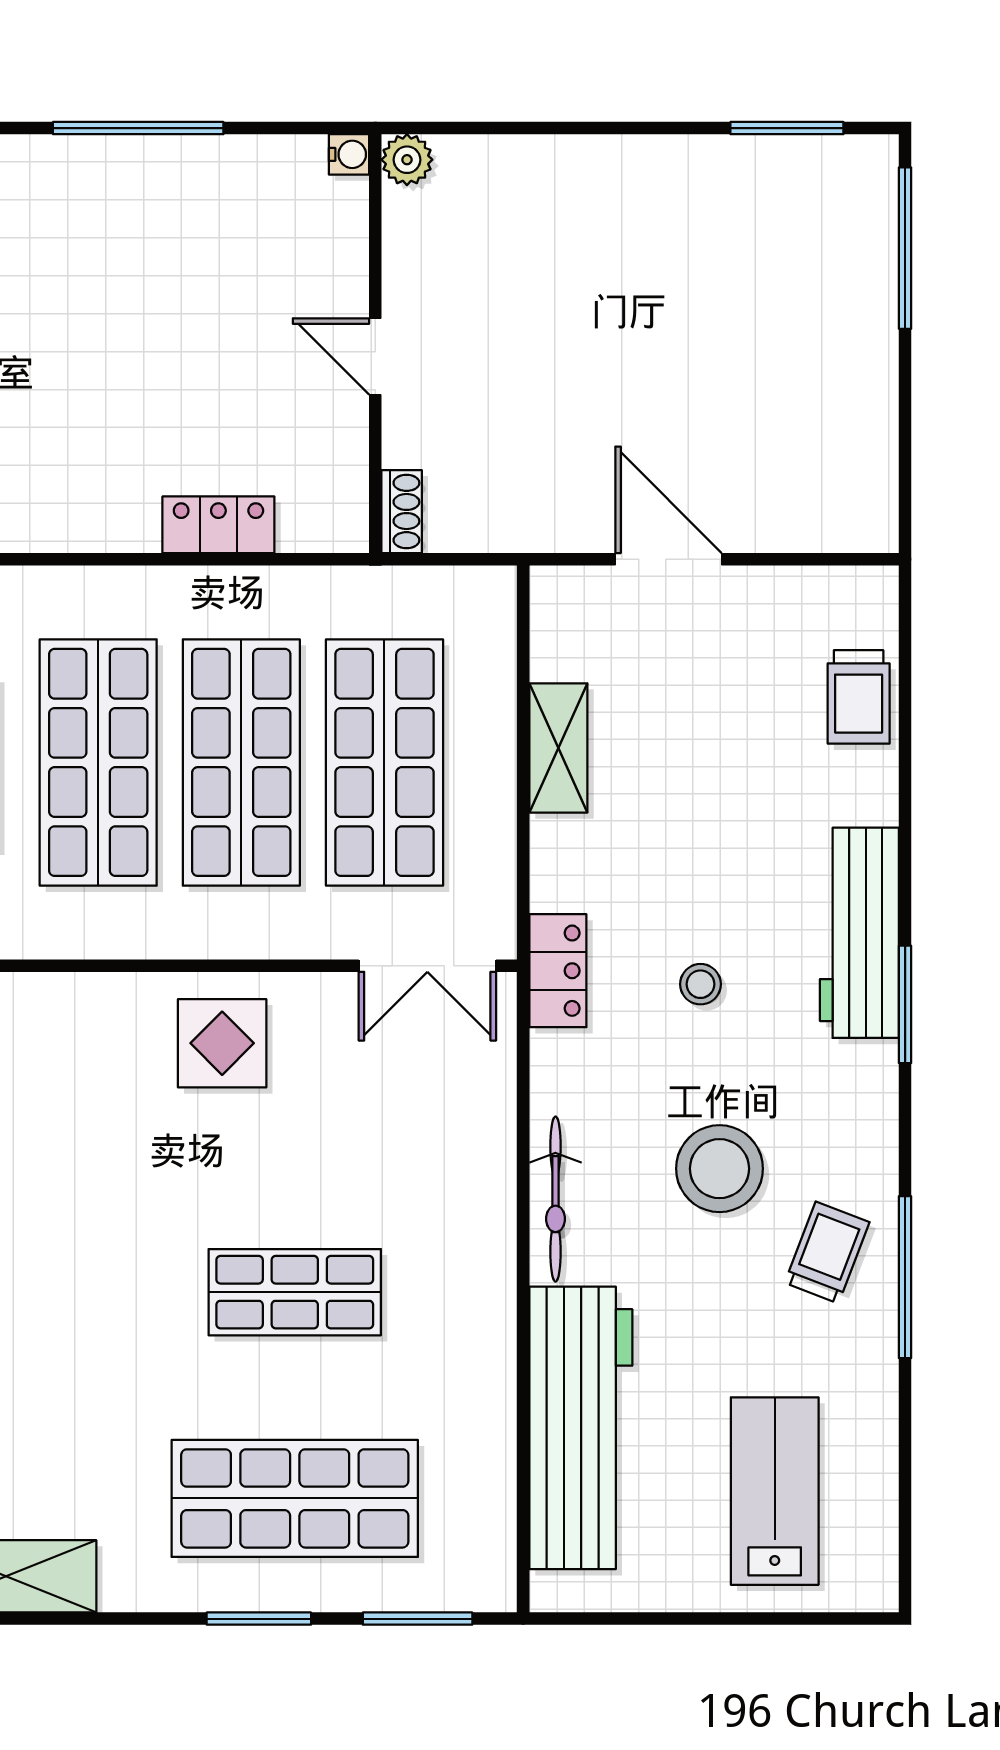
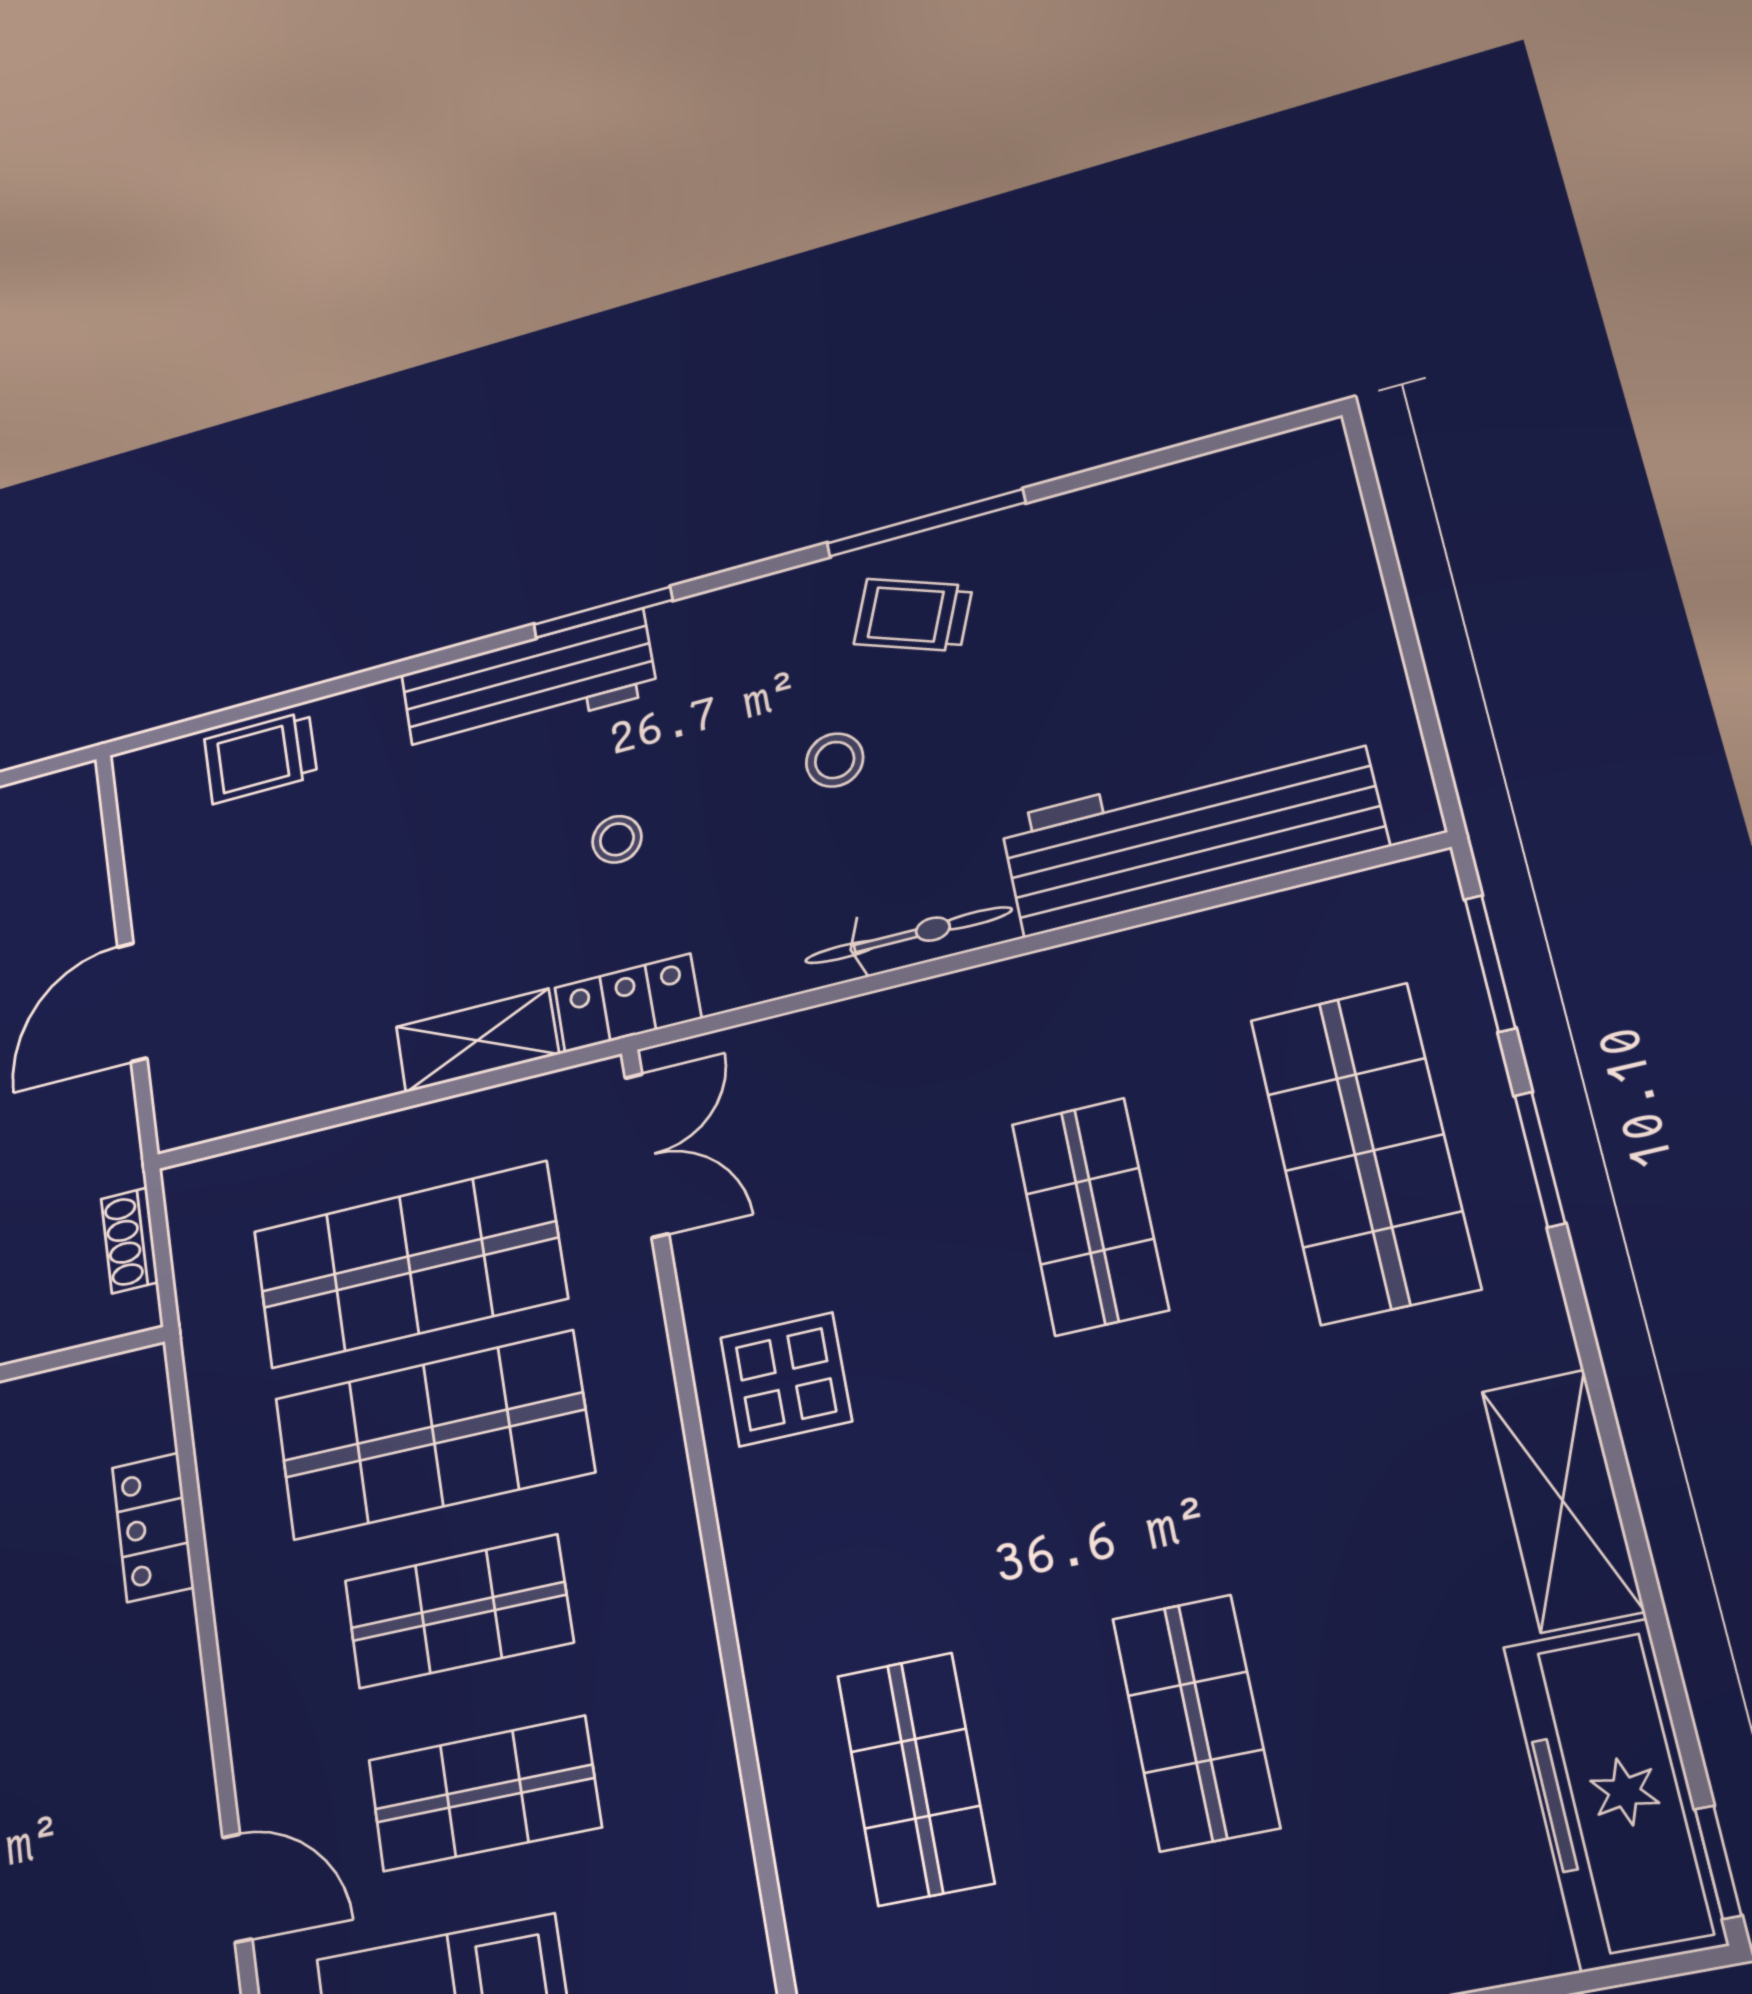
shoe rack: (402, 512) -> (129, 1240), moved, turned -90
trolley: (859, 697) -> (261, 758), turned 180
shelving: (558, 748) -> (477, 1041), moved
shop shelf: (98, 762) -> (458, 1611), width x0.70, depth x0.74
stool: (719, 1169) -> (835, 760), width x0.53, depth x0.53
lab bench: (775, 1491) -> (1222, 593), removed

